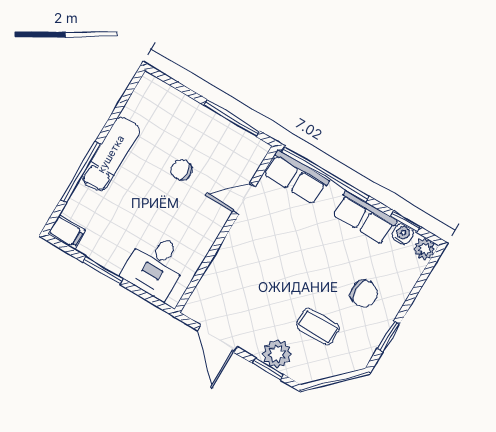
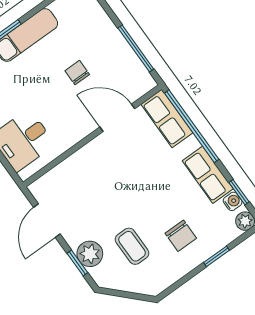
door: (244, 199) -> (117, 118), width x1.38
window: (388, 336) -> (217, 256), moved

